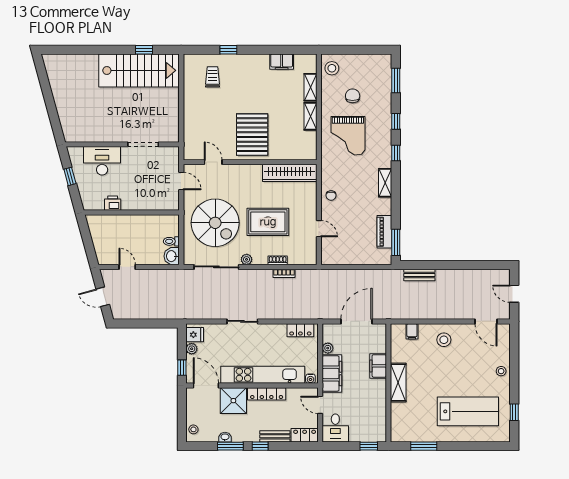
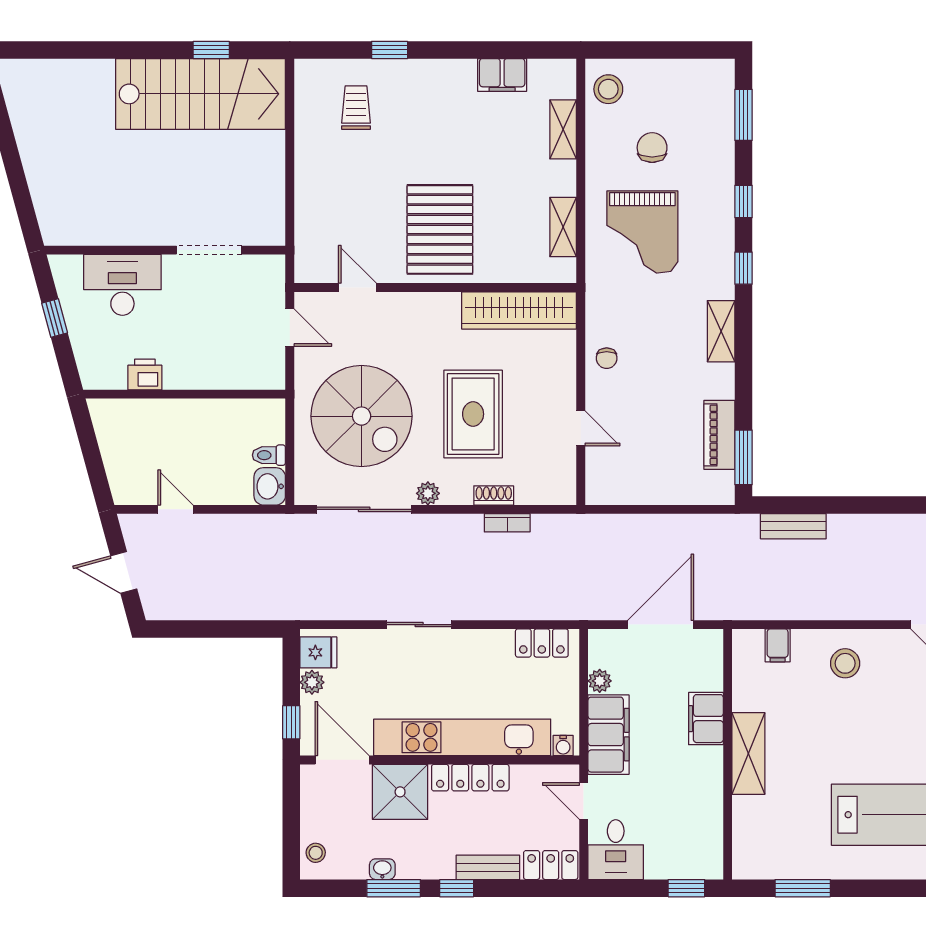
shelving: (310, 116) -> (563, 227), moved
rug: (268, 222) -> (473, 414), turned 90

